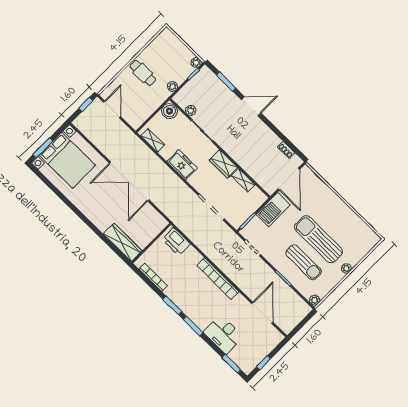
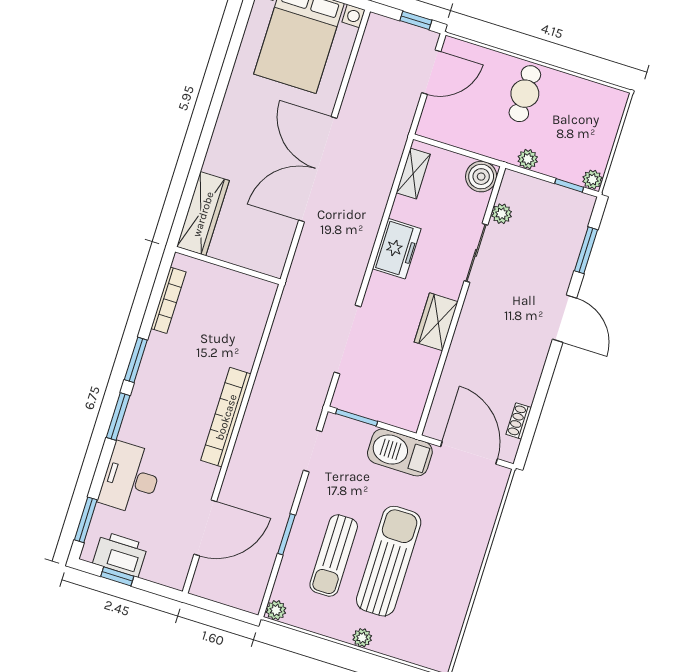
door: (289, 179) -> (469, 453), swing flipped
shelving: (243, 180) -> (425, 372), removed
printer: (176, 242) -> (120, 554), moved, turned 90

